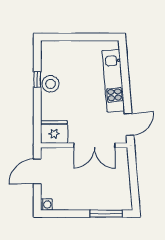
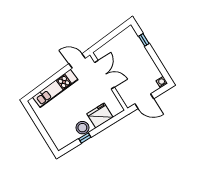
fridge: (54, 132) -> (100, 115), moved, turned 90
window: (106, 214) -> (144, 40), width x0.46

